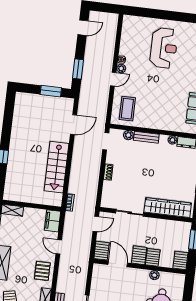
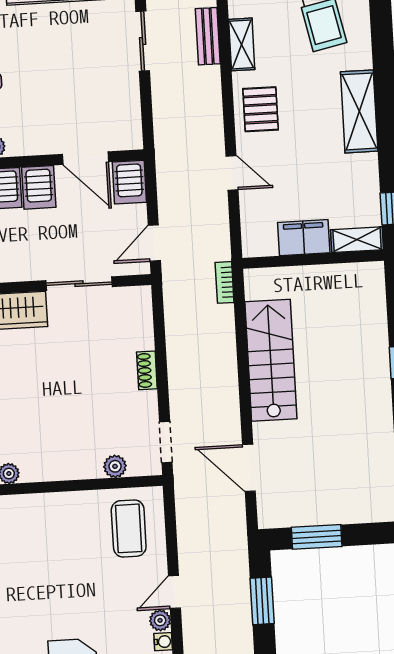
door: (74, 125) -> (249, 468), hinge flipped
bench: (146, 137) -> (72, 469), removed
filing cabinet: (53, 221) -> (304, 238), moved, turned -90

